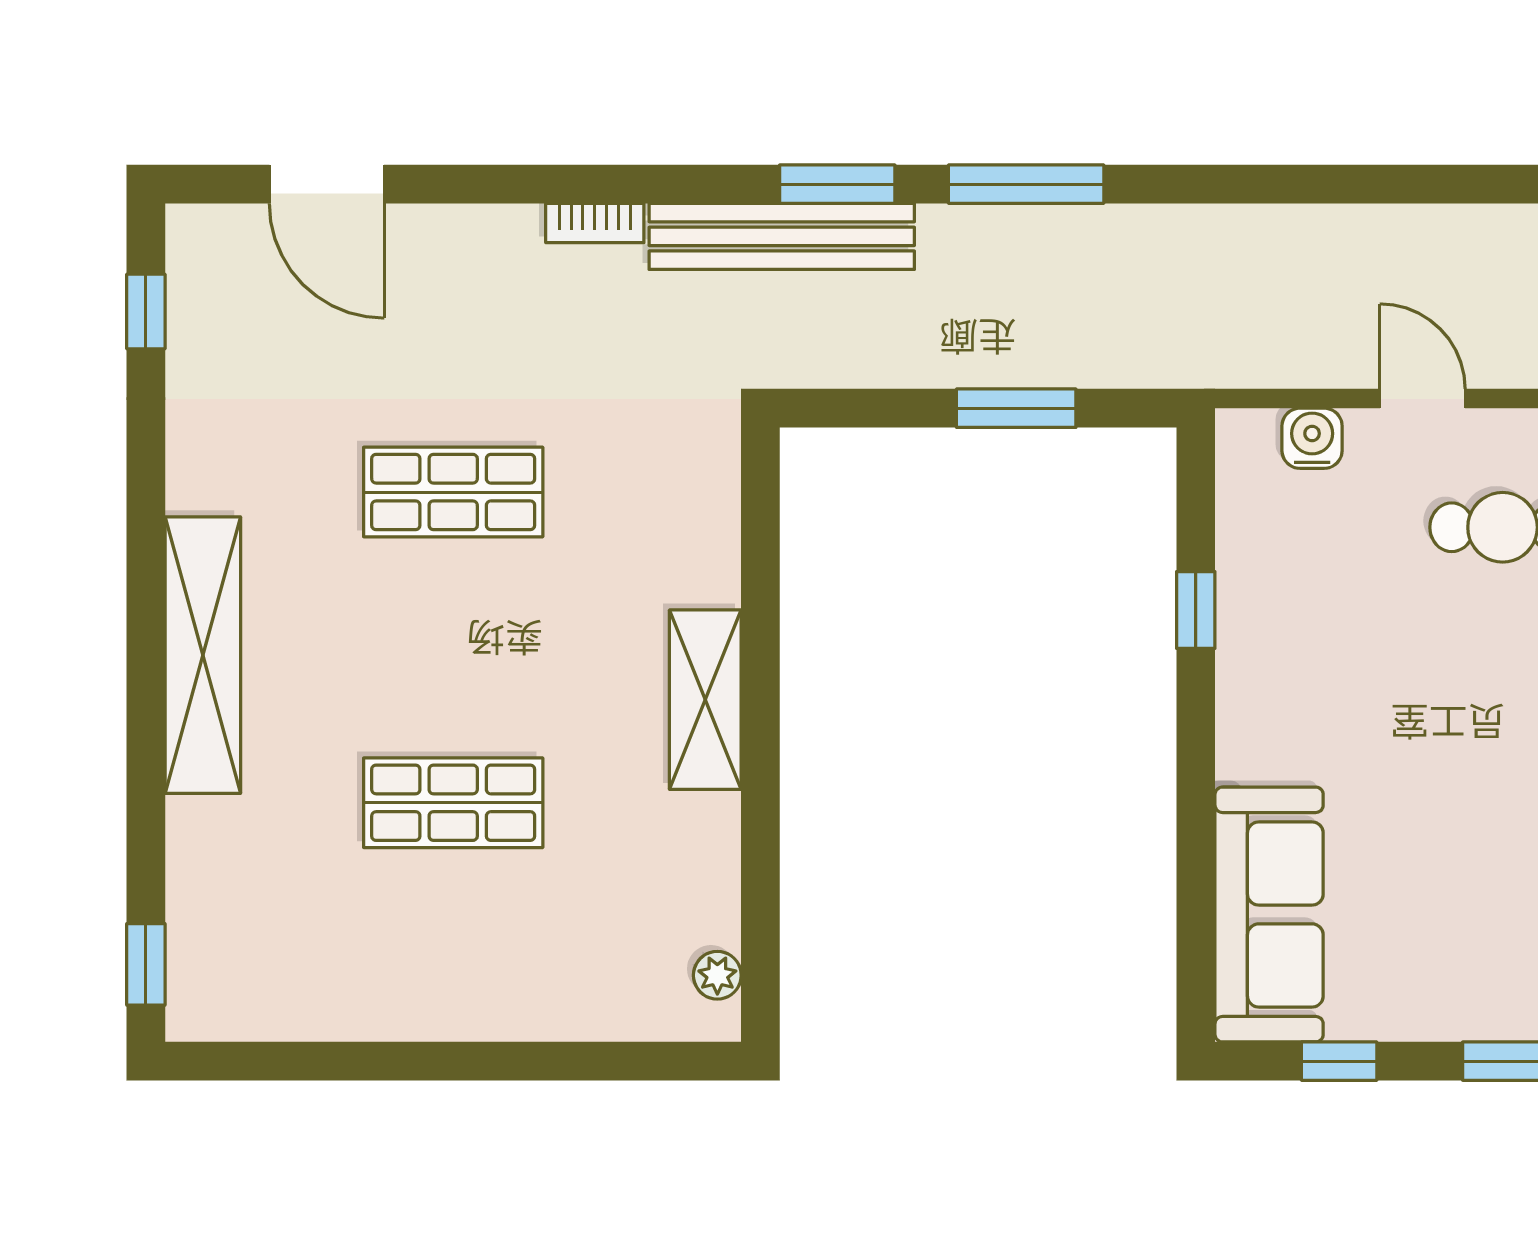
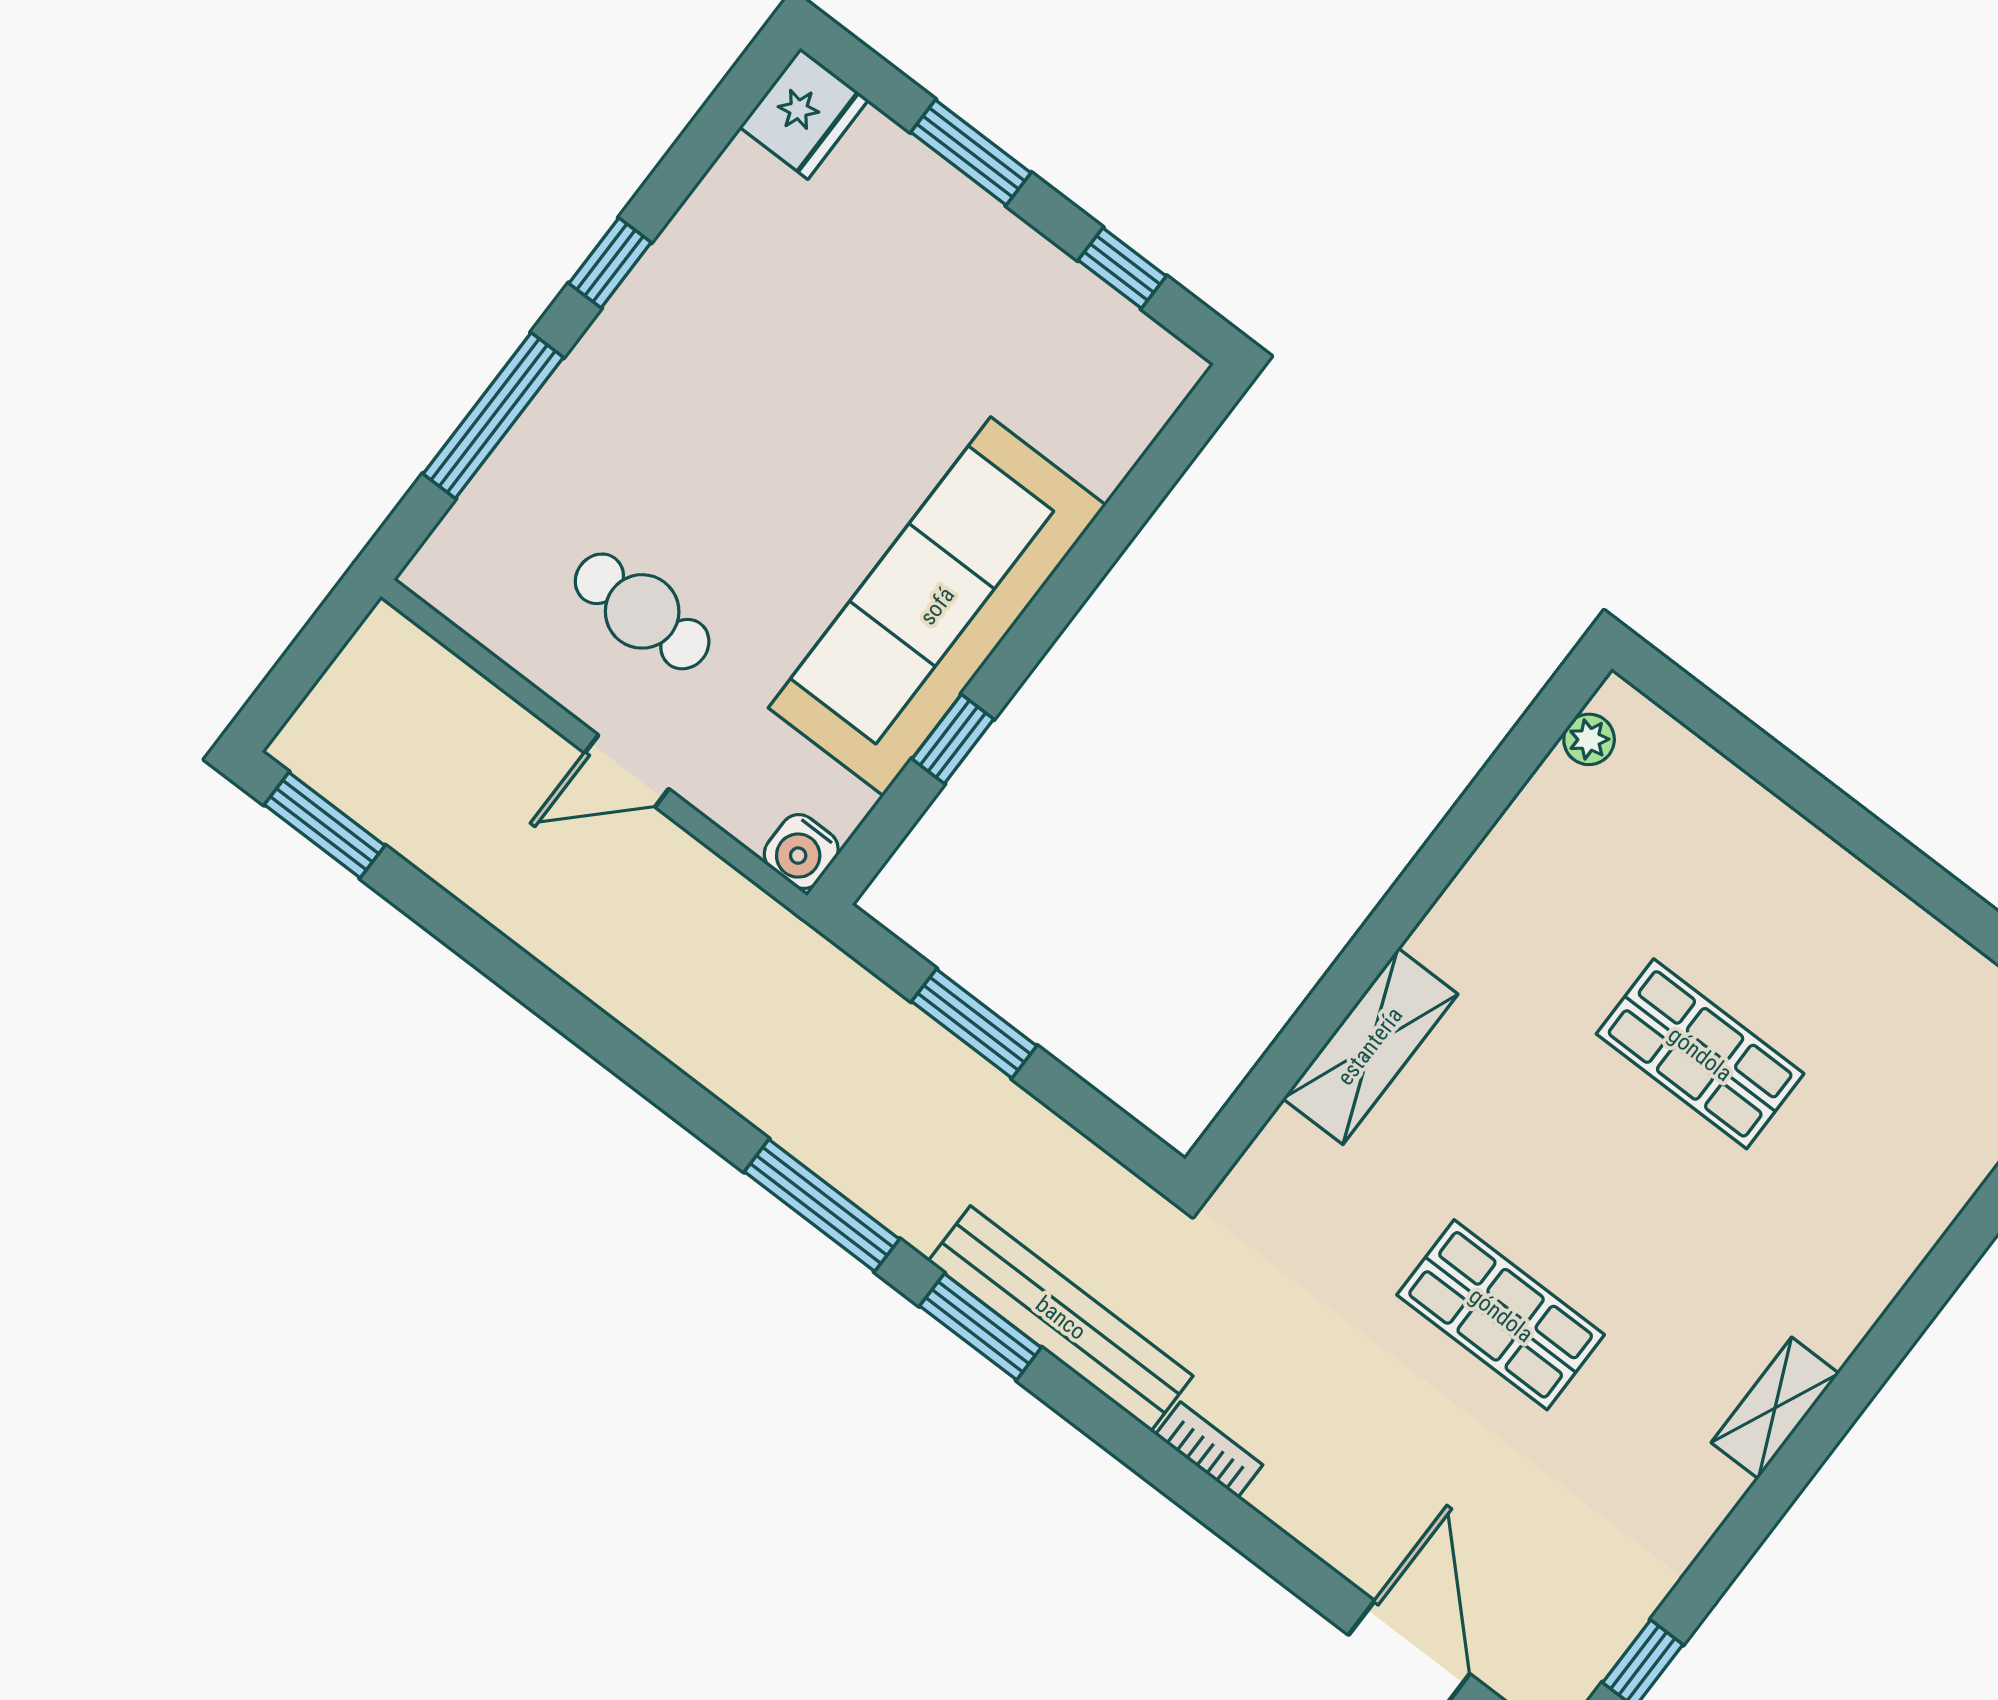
door: (1423, 399) -> (627, 771), hinge flipped
water cooler: (1312, 438) -> (801, 852), moved
shelving: (203, 655) -> (1775, 1408), width x0.45, depth x0.75
shelving: (705, 700) -> (1370, 1046), moved
sofa: (1269, 914) -> (937, 606), moved, width x1.36, depth x1.27

